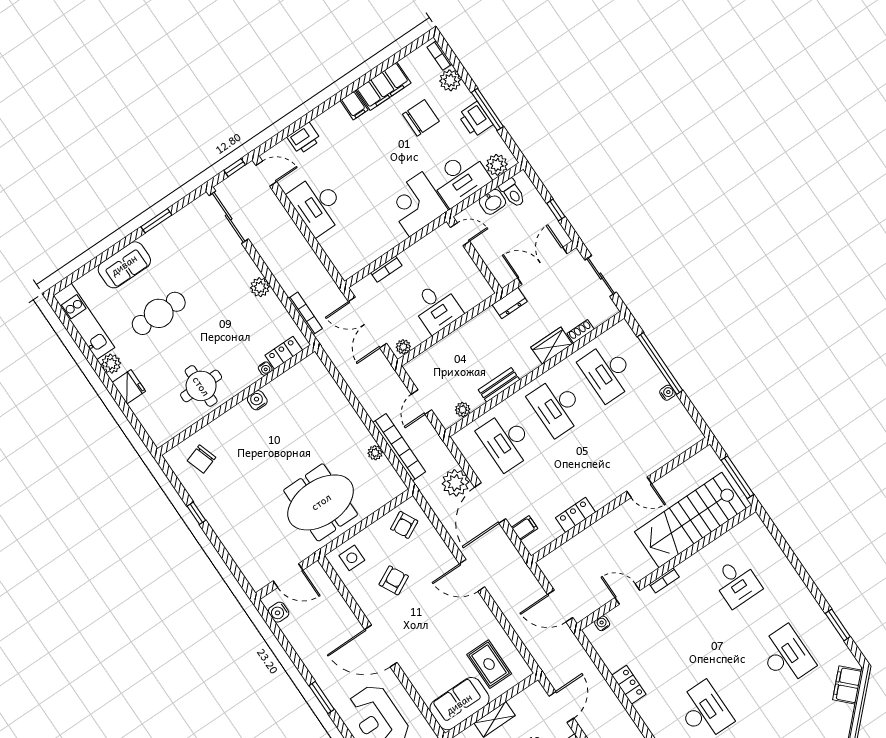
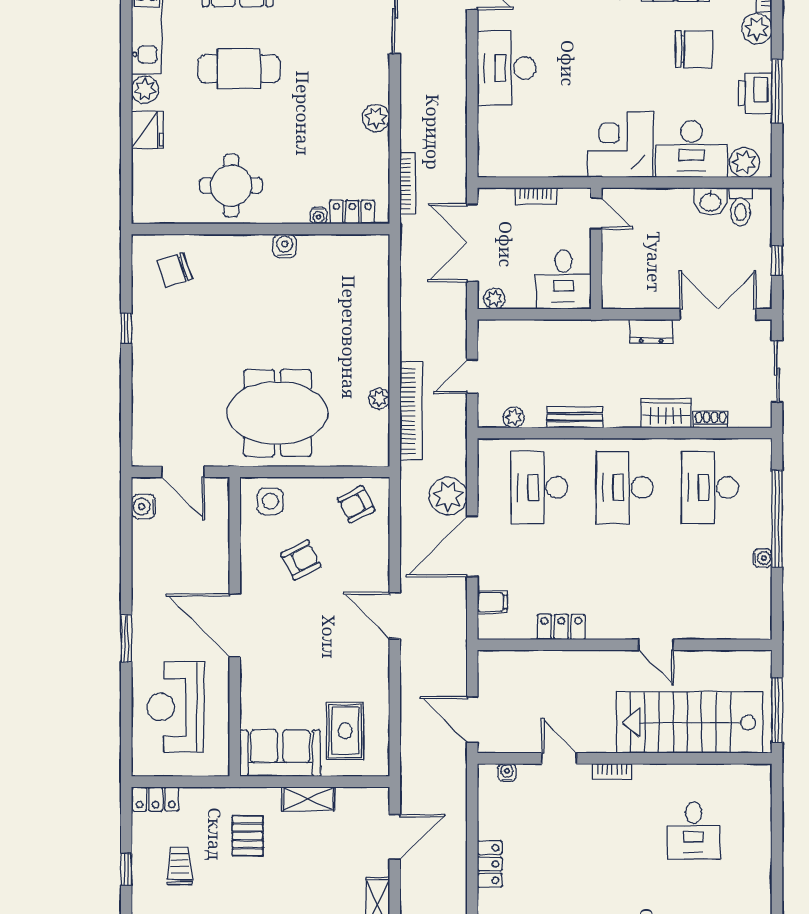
door: (460, 234) -> (596, 213), moved
wall: (474, 255) -> (596, 248), moved

